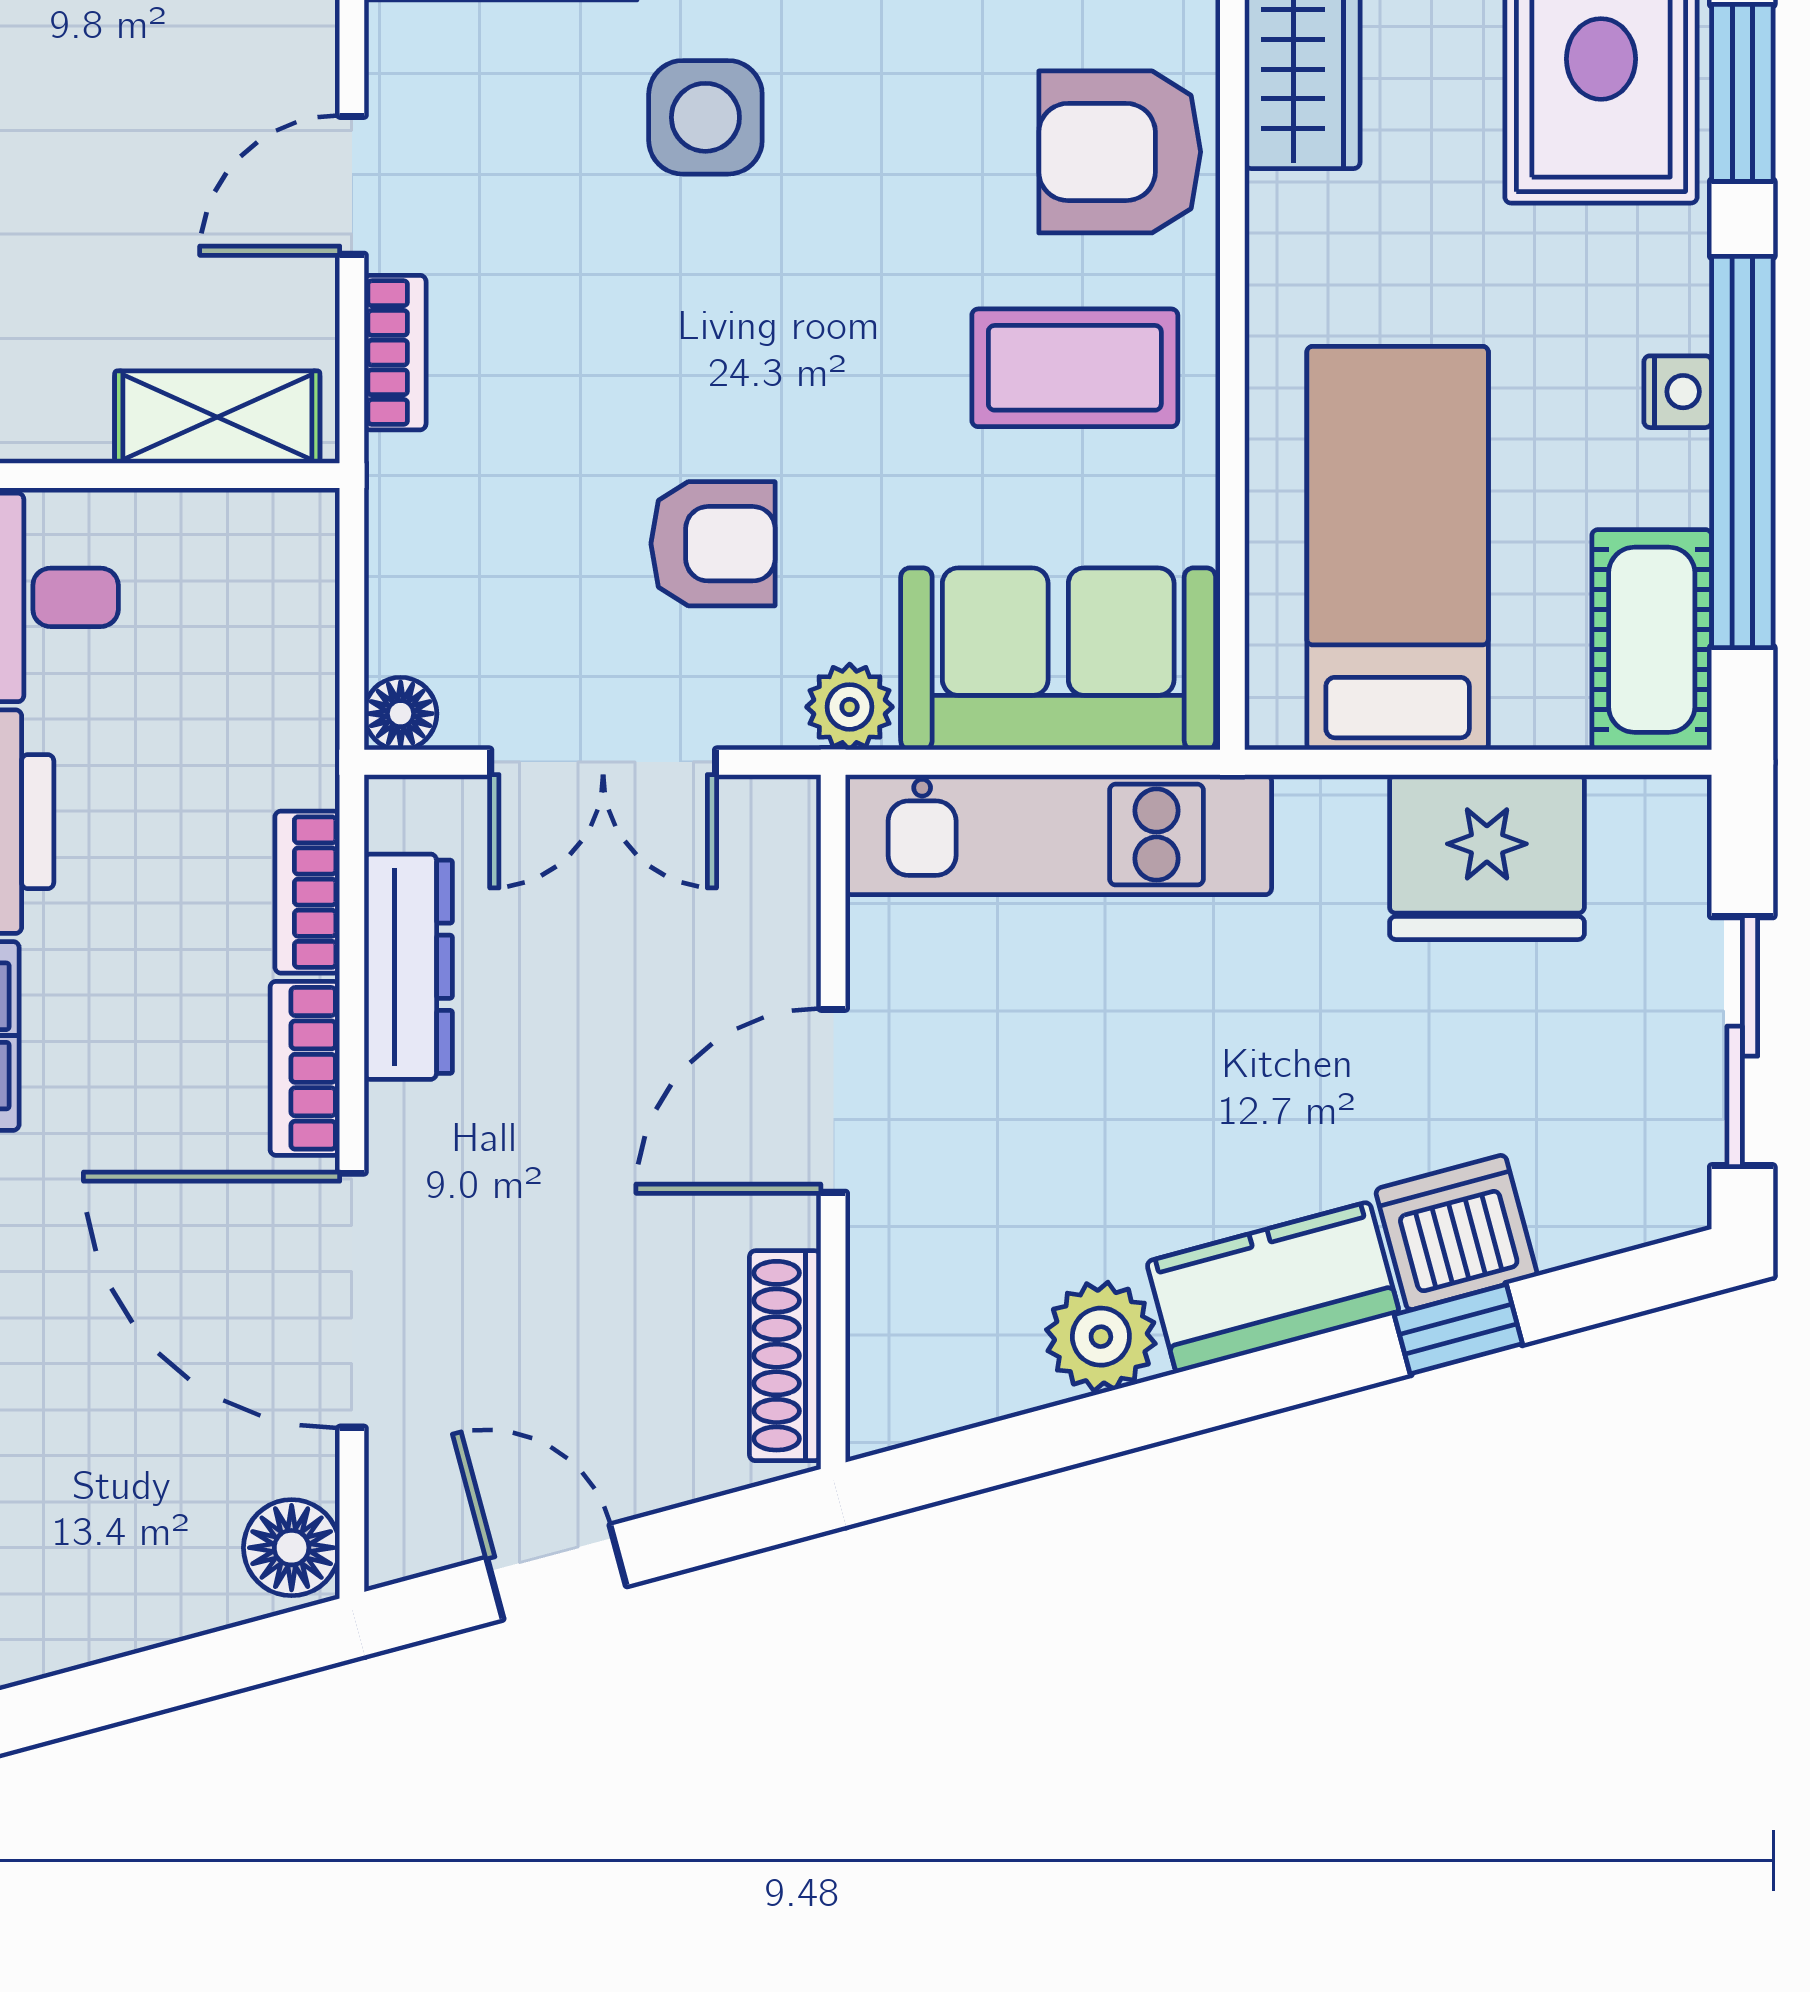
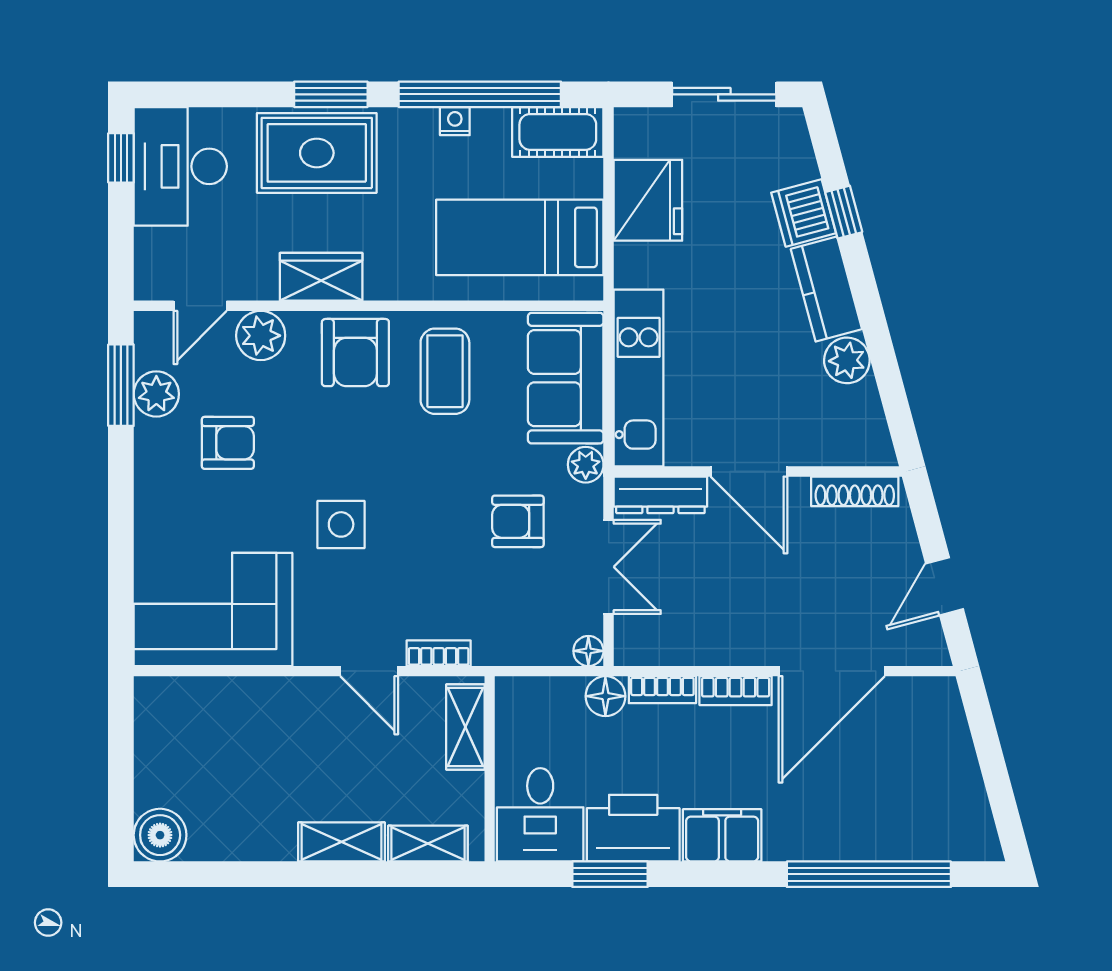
armchair: (713, 544) -> (518, 521), turned -90
dresser: (408, 967) -> (660, 495), moved, turned 180
floor lamp: (292, 1548) -> (605, 696), moved

